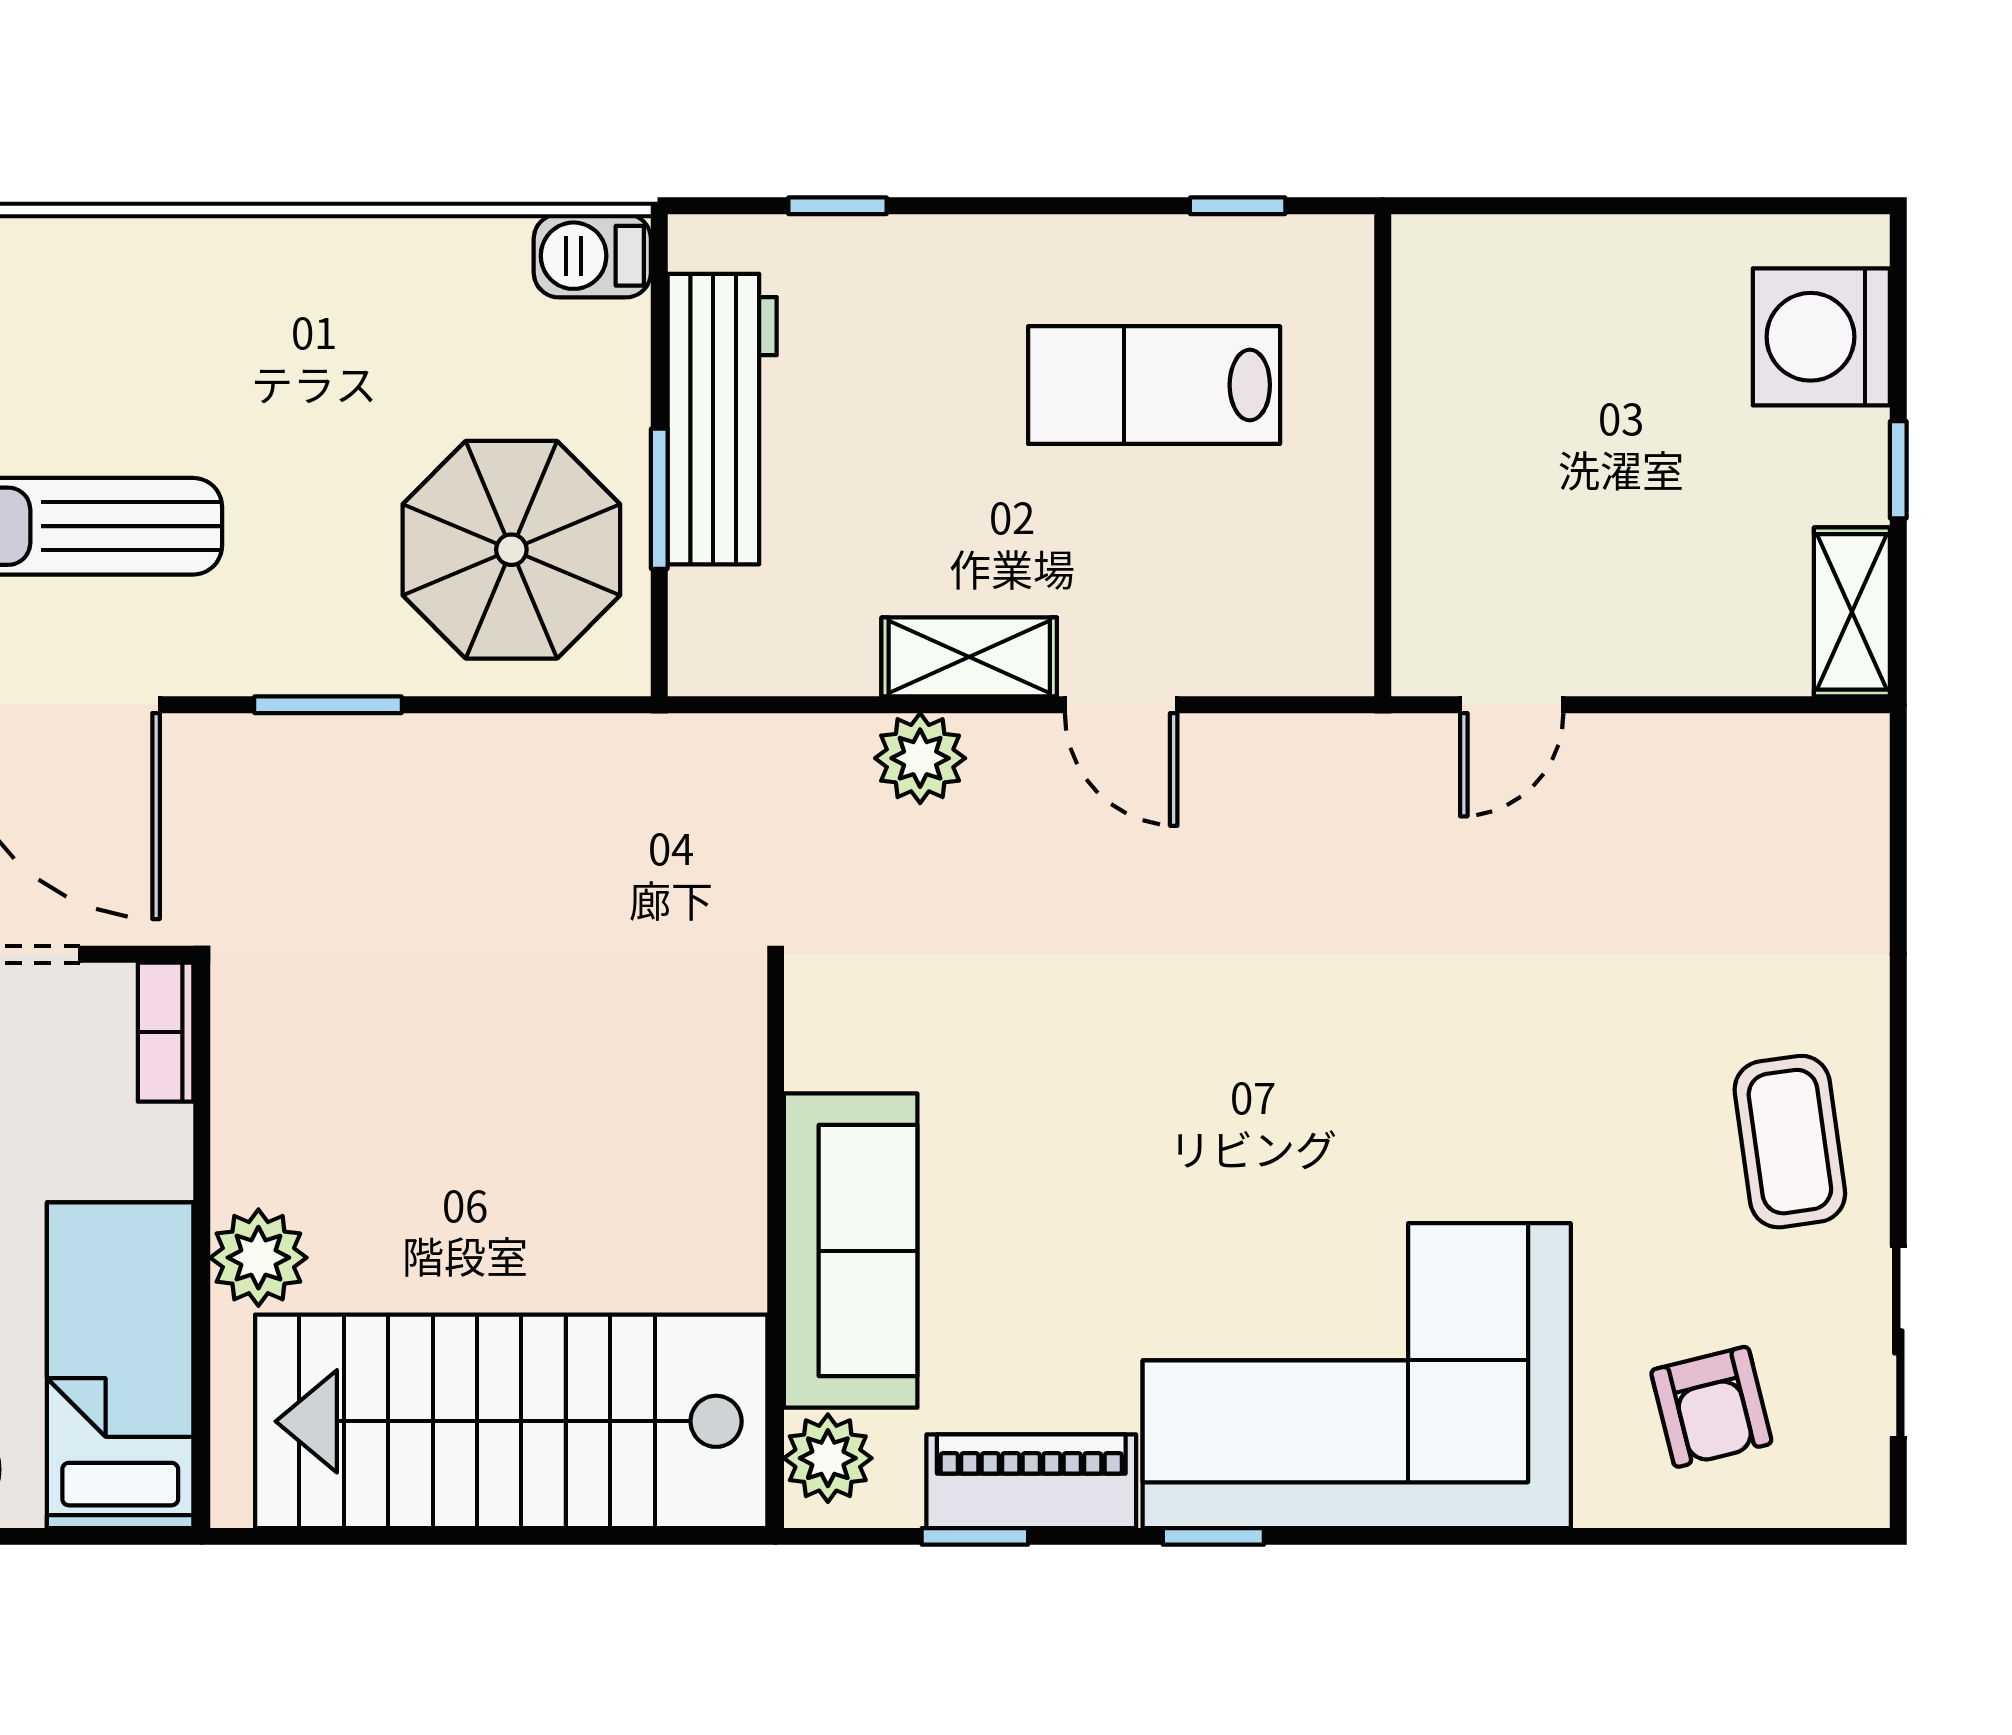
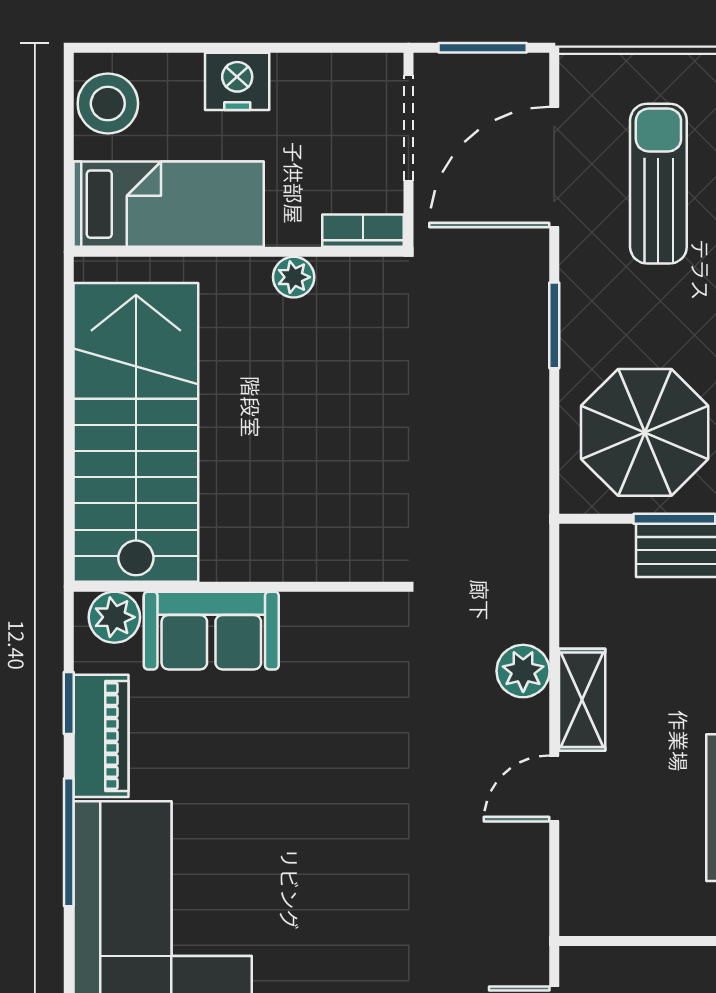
sofa: (851, 1251) -> (211, 631), width x0.73
plant: (258, 1258) -> (294, 277), moved, width x0.73, depth x0.73
window: (1213, 1536) -> (69, 842), width x2.17

